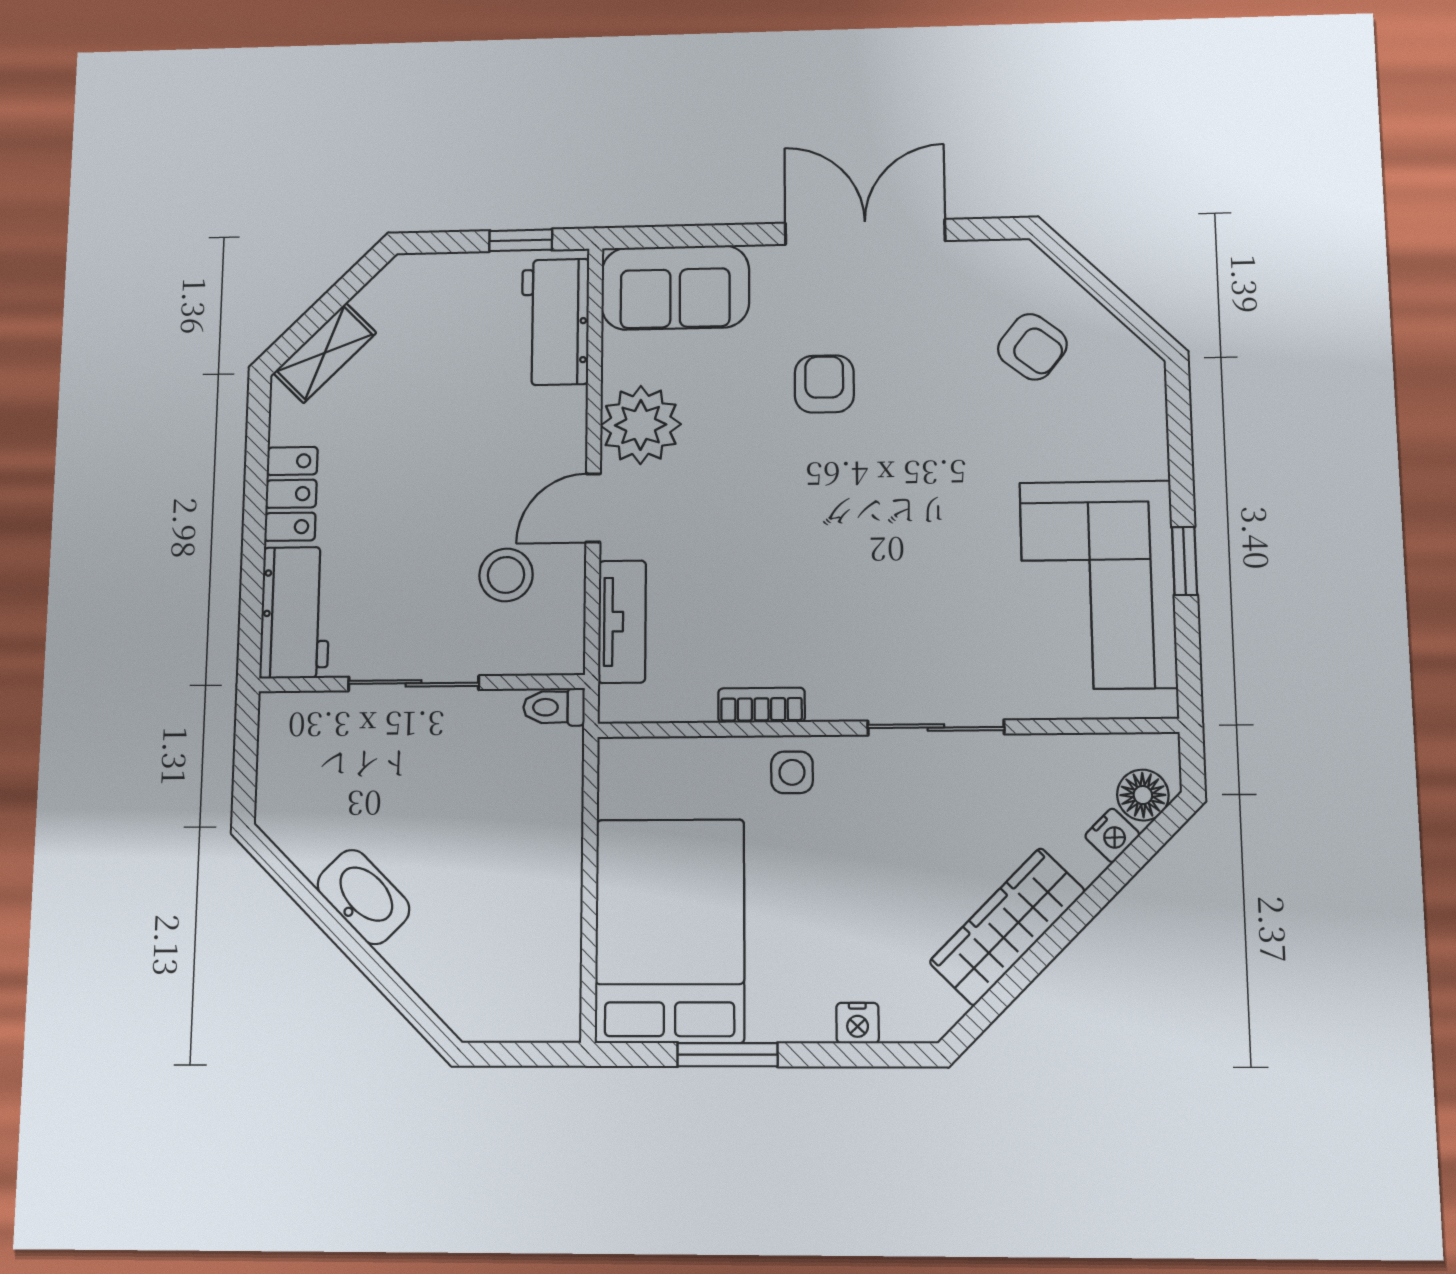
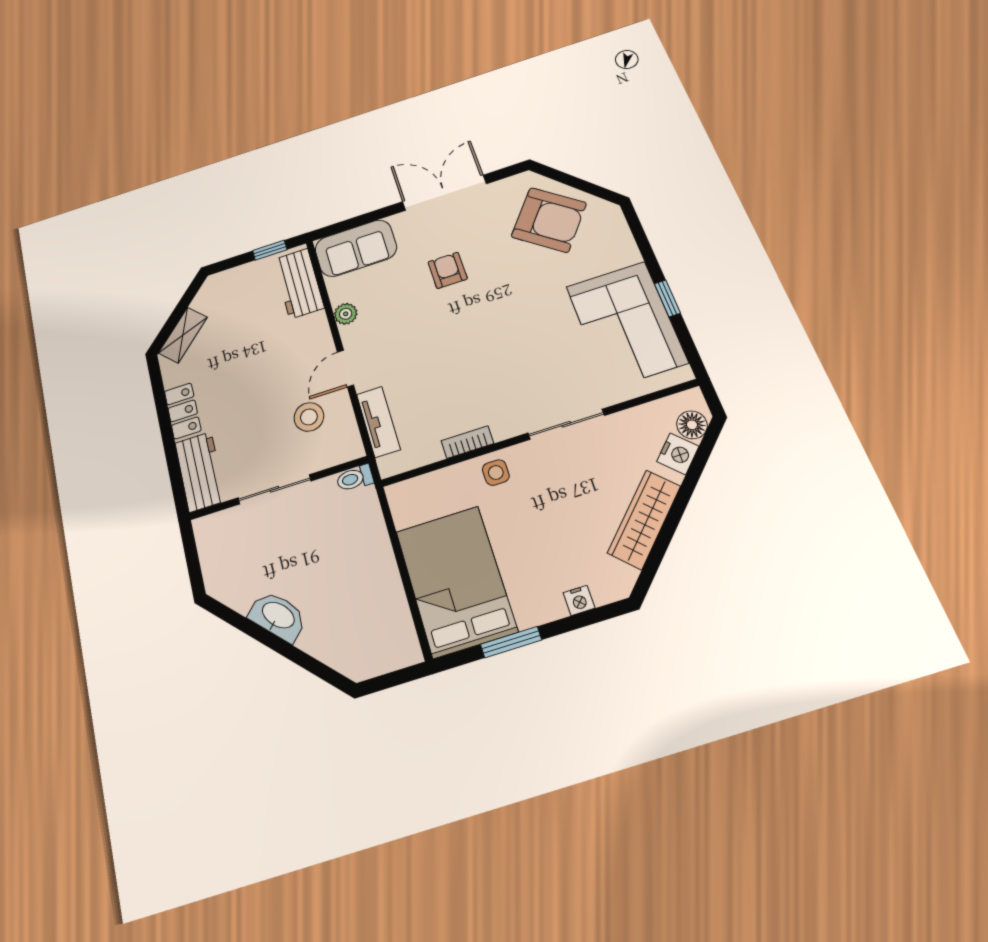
armchair: (1032, 347) -> (549, 220), width x1.88, depth x1.88
plant: (641, 425) -> (346, 314), width x0.53, depth x0.53
nightstand: (1112, 835) -> (678, 454), width x1.39, depth x1.35

